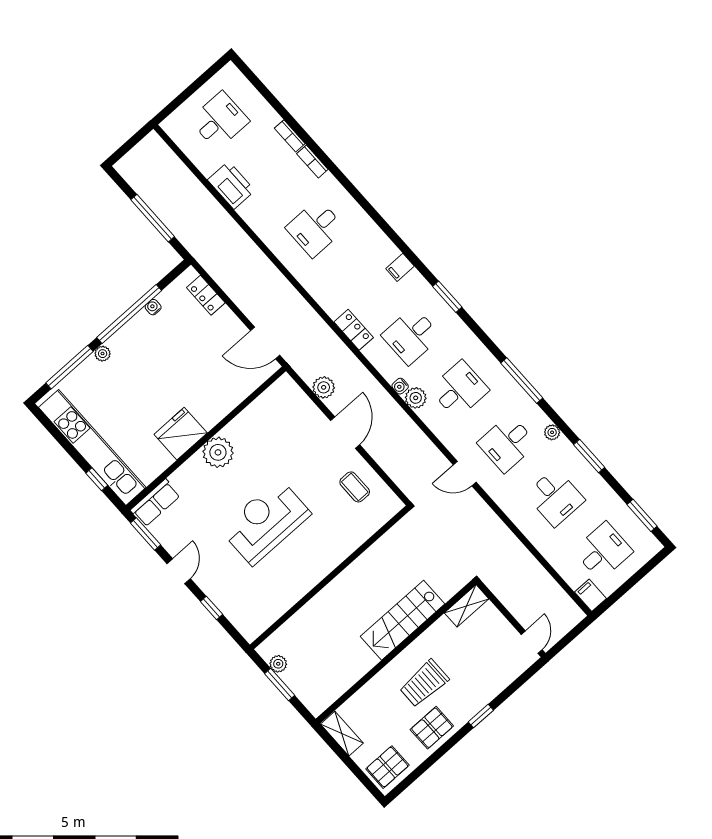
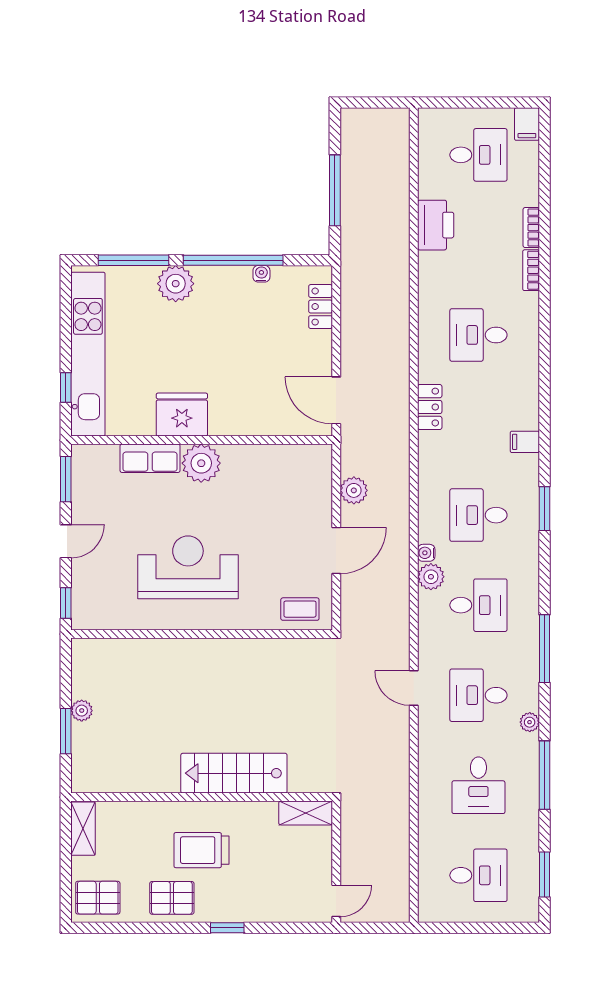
locker: (354, 330) -> (430, 407), moved
plant: (103, 354) -> (176, 284), width x1.88, depth x1.88
window: (589, 456) -> (544, 775), width x1.44
coffee table: (355, 487) -> (300, 609), turned 90
row of seats: (155, 503) -> (150, 458), moved
wall: (330, 577) -> (202, 634), moved
filing cabinet: (591, 595) -> (527, 124), moved, turned 180

